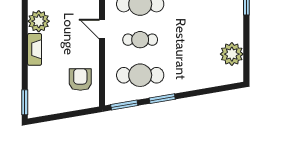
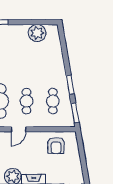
cafe table: (140, 75) -> (53, 101), width x0.73, depth x0.74
armchair: (80, 79) -> (56, 145), turned -90

